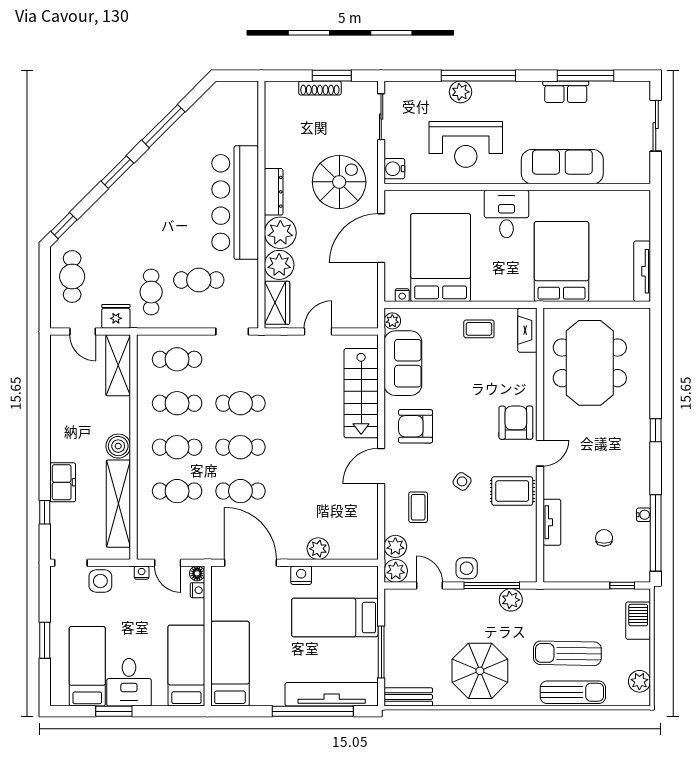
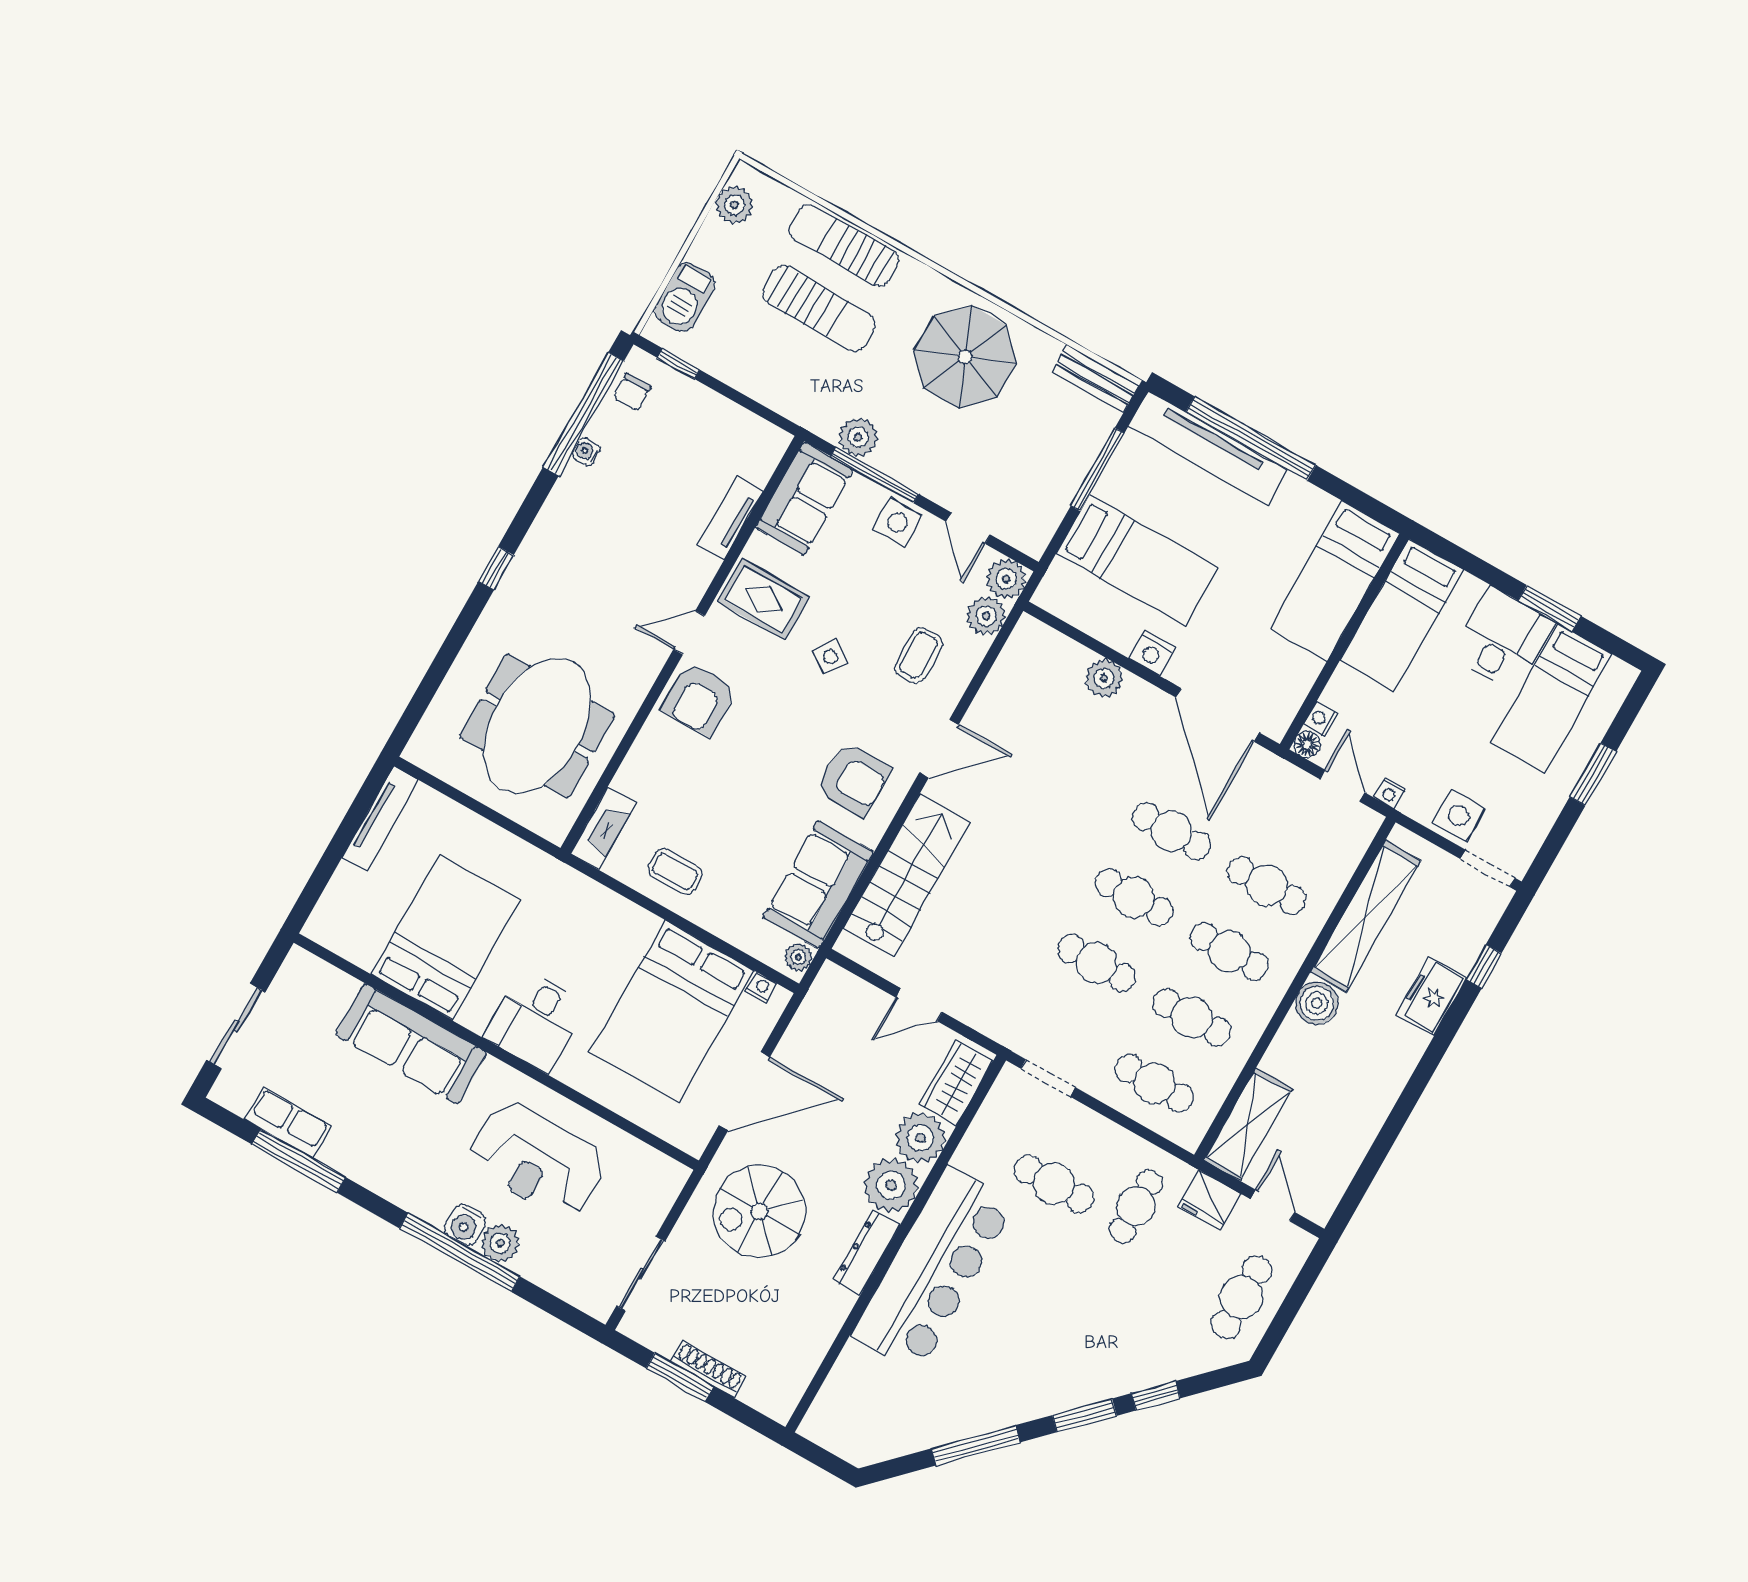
row of seats: (566, 92) -> (288, 1123), moved
reception desk: (466, 144) -> (537, 1160), turned 180
water cooler: (394, 169) -> (465, 1225), moved, turned 90
window: (64, 226) -> (1156, 1396), moved
bed: (562, 262) -> (446, 937), moved, turned 180
chair: (604, 538) -> (632, 392), moved
sofa: (520, 553) -> (804, 499), added

